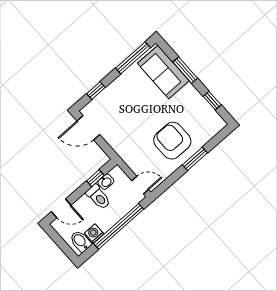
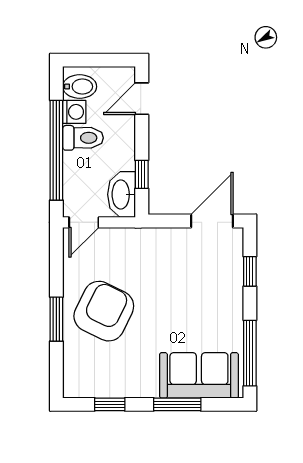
armchair: (172, 141) -> (104, 311), turned -64
washbasin: (106, 182) -> (122, 194), width x1.91, depth x1.45
toilet: (98, 197) -> (83, 138), moved, turned 180

